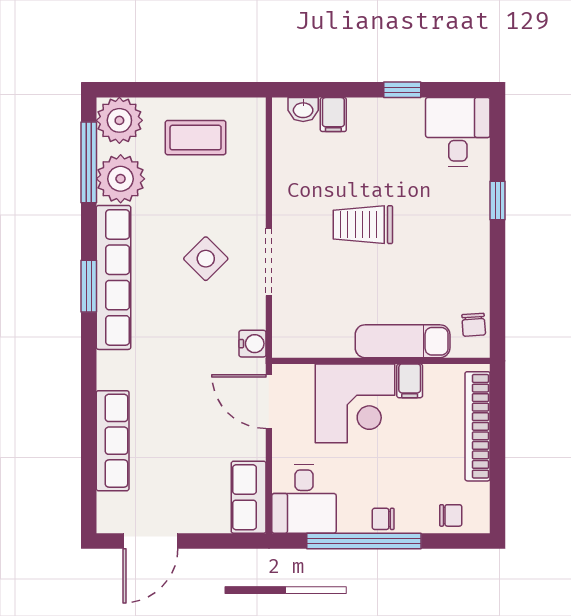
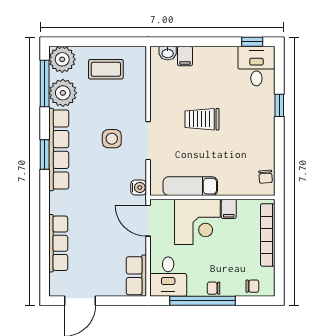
window: (402, 90) -> (252, 42), moved
side table: (206, 259) -> (112, 139), turned 45
exam couch: (403, 341) -> (190, 186), moved

